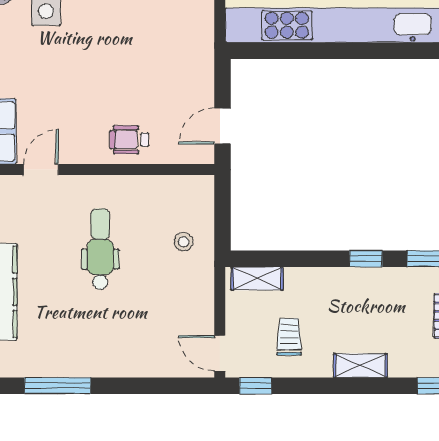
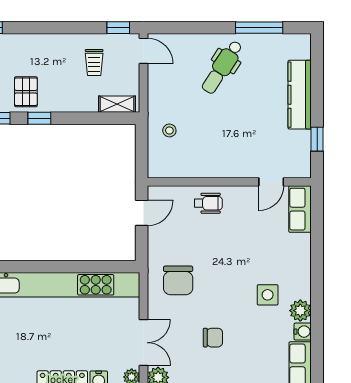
chair: (171, 31) -> (178, 280), added
dental chair: (100, 249) -> (222, 67), moved, turned 33
pallet: (385, 296) -> (26, 92), added
shelving: (360, 366) -> (43, 42), removed

